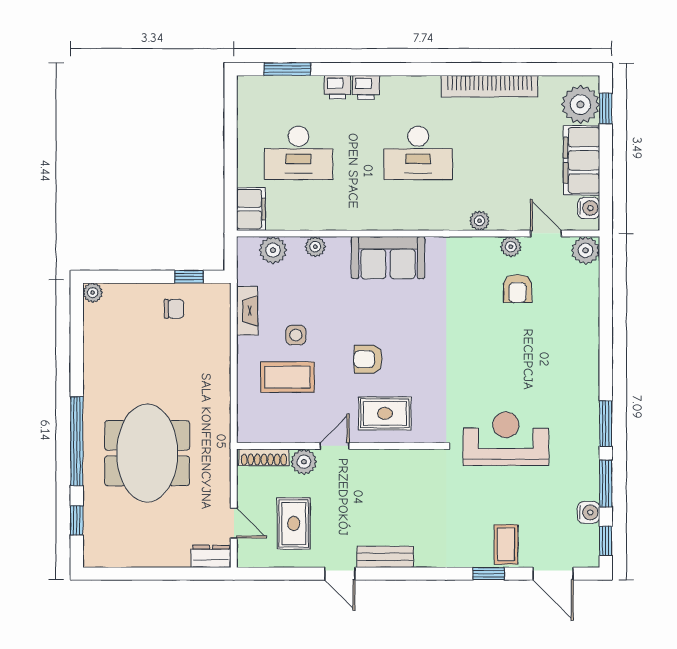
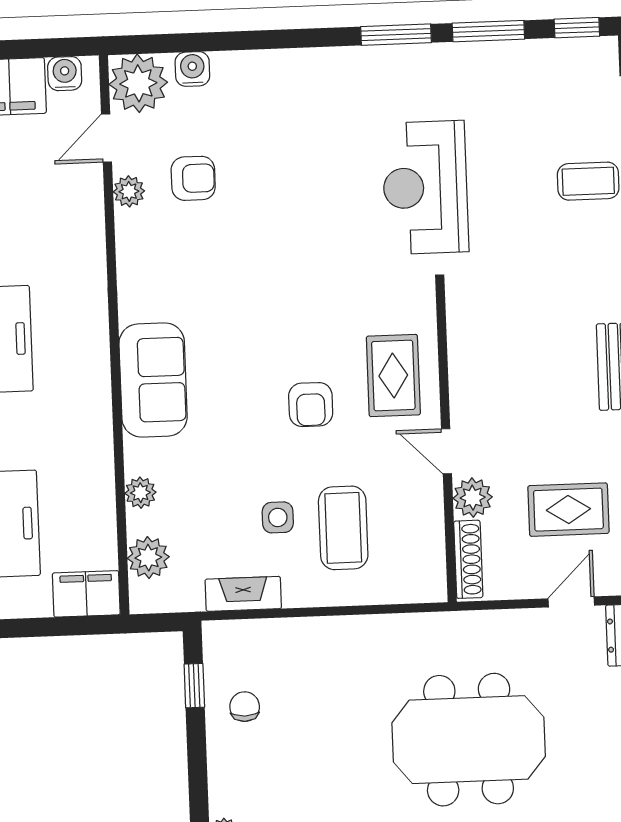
plant: (480, 221) -> (91, 241), removed
plant: (586, 250) -> (138, 83), width x1.36, depth x1.36
water cooler: (588, 512) -> (192, 69), moved

